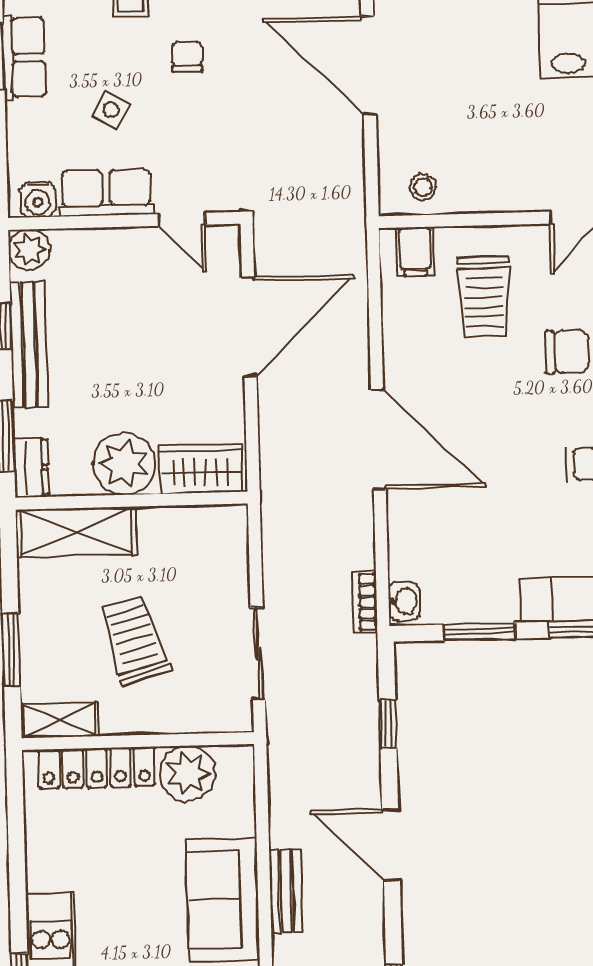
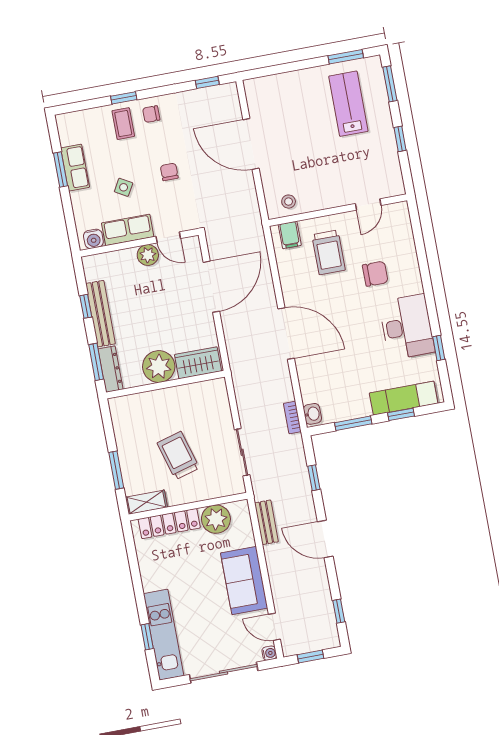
chair: (187, 57) -> (169, 172), moved
plant: (29, 250) -> (148, 255), moved
dresser: (31, 467) -> (110, 369), width x1.44
shelving: (76, 532) -> (140, 405), removed
bench: (286, 891) -> (266, 522), moved

